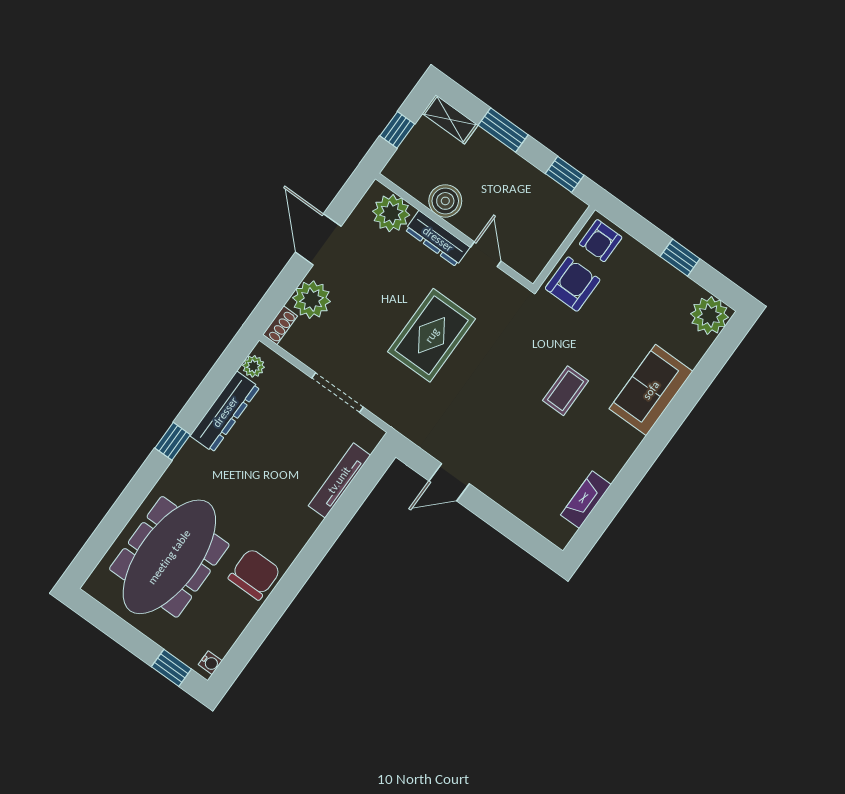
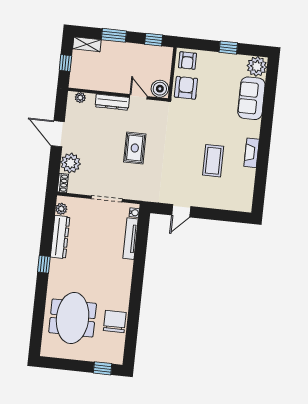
boiler: (445, 201) -> (160, 89), moved
plant: (391, 213) -> (80, 98), width x0.53, depth x0.53
rug: (432, 335) -> (135, 148), width x0.73, depth x0.70
sofa: (651, 390) -> (251, 98), moved
coffee table: (566, 391) -> (213, 161), moved, width x1.36, depth x1.30
fireplace: (586, 500) -> (252, 153), moved
meeting table: (169, 557) -> (73, 318), width x0.73
chair: (254, 574) -> (115, 322), moved
water cooler: (210, 663) -> (134, 213), moved

